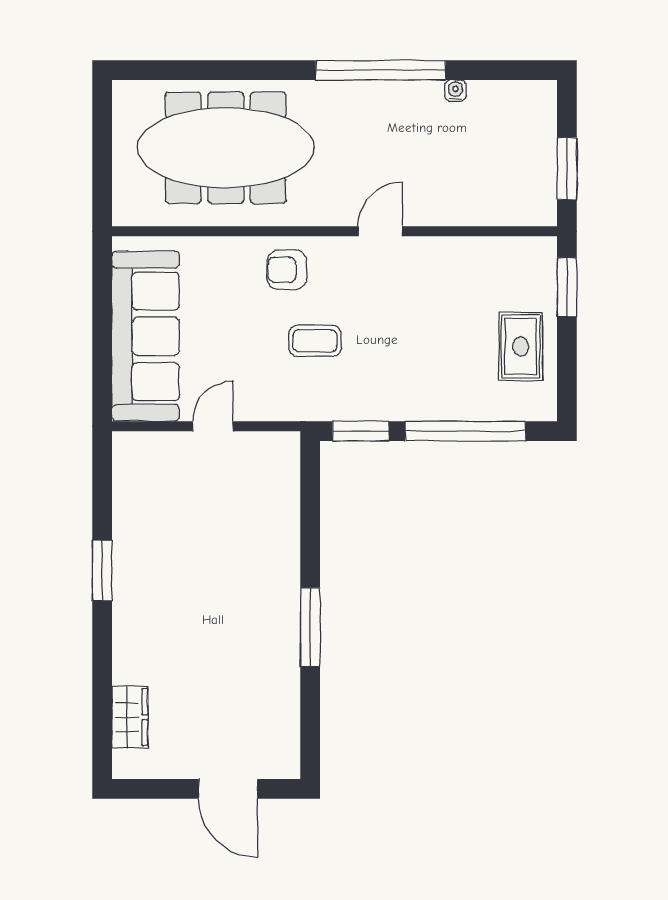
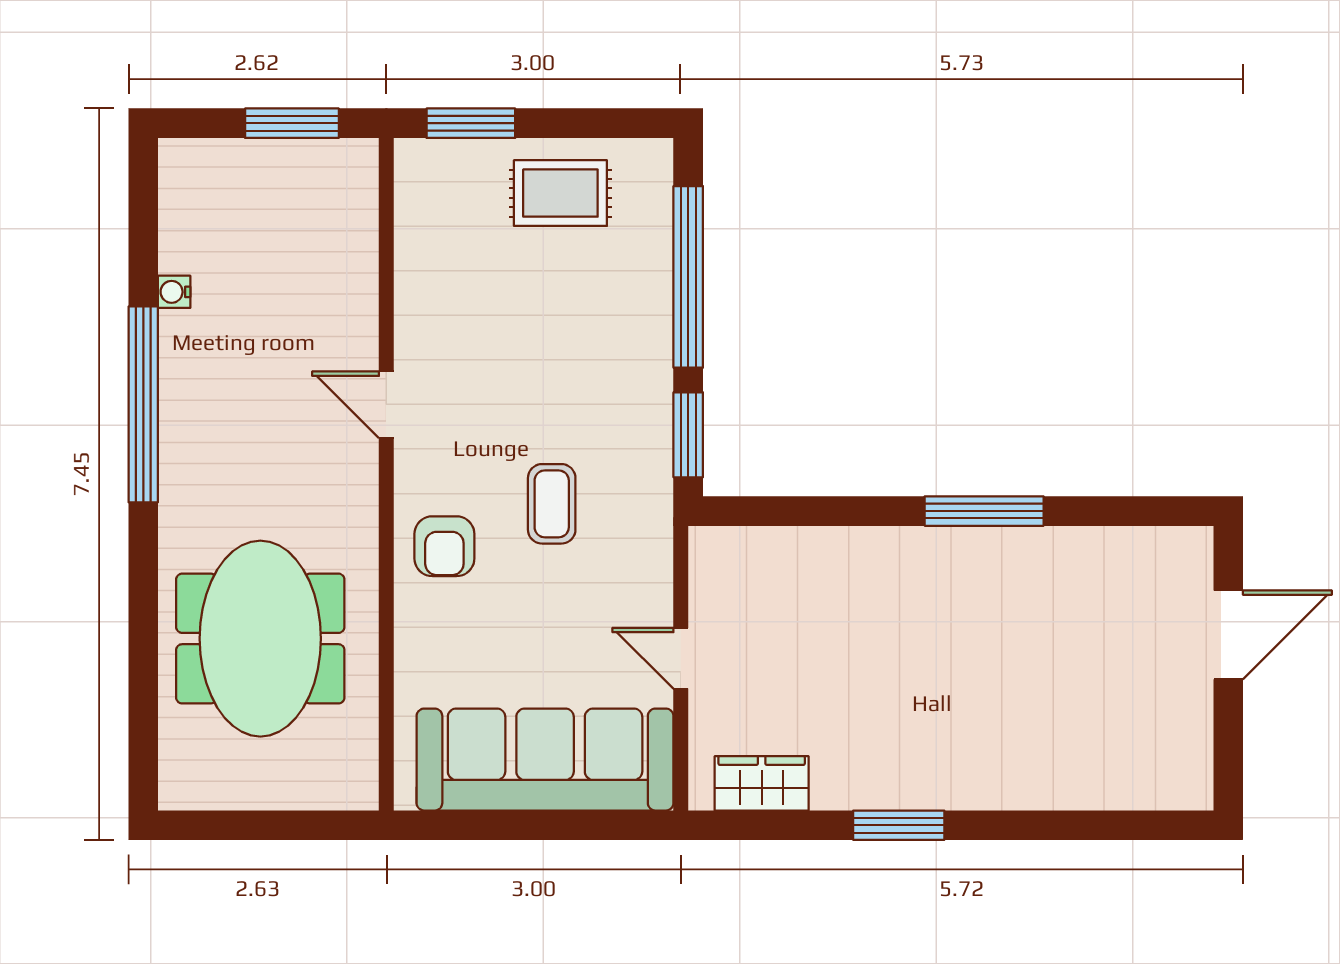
meeting table: (226, 148) -> (260, 639), width x0.73
wardrobe: (130, 717) -> (762, 783), moved

